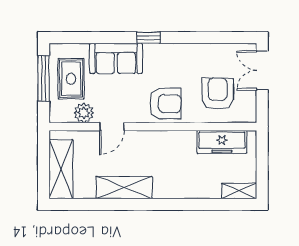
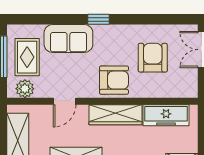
armchair: (218, 94) -> (153, 58), moved
plant: (84, 113) -> (25, 89), moved
wardrobe: (167, 141) -> (116, 115), added

